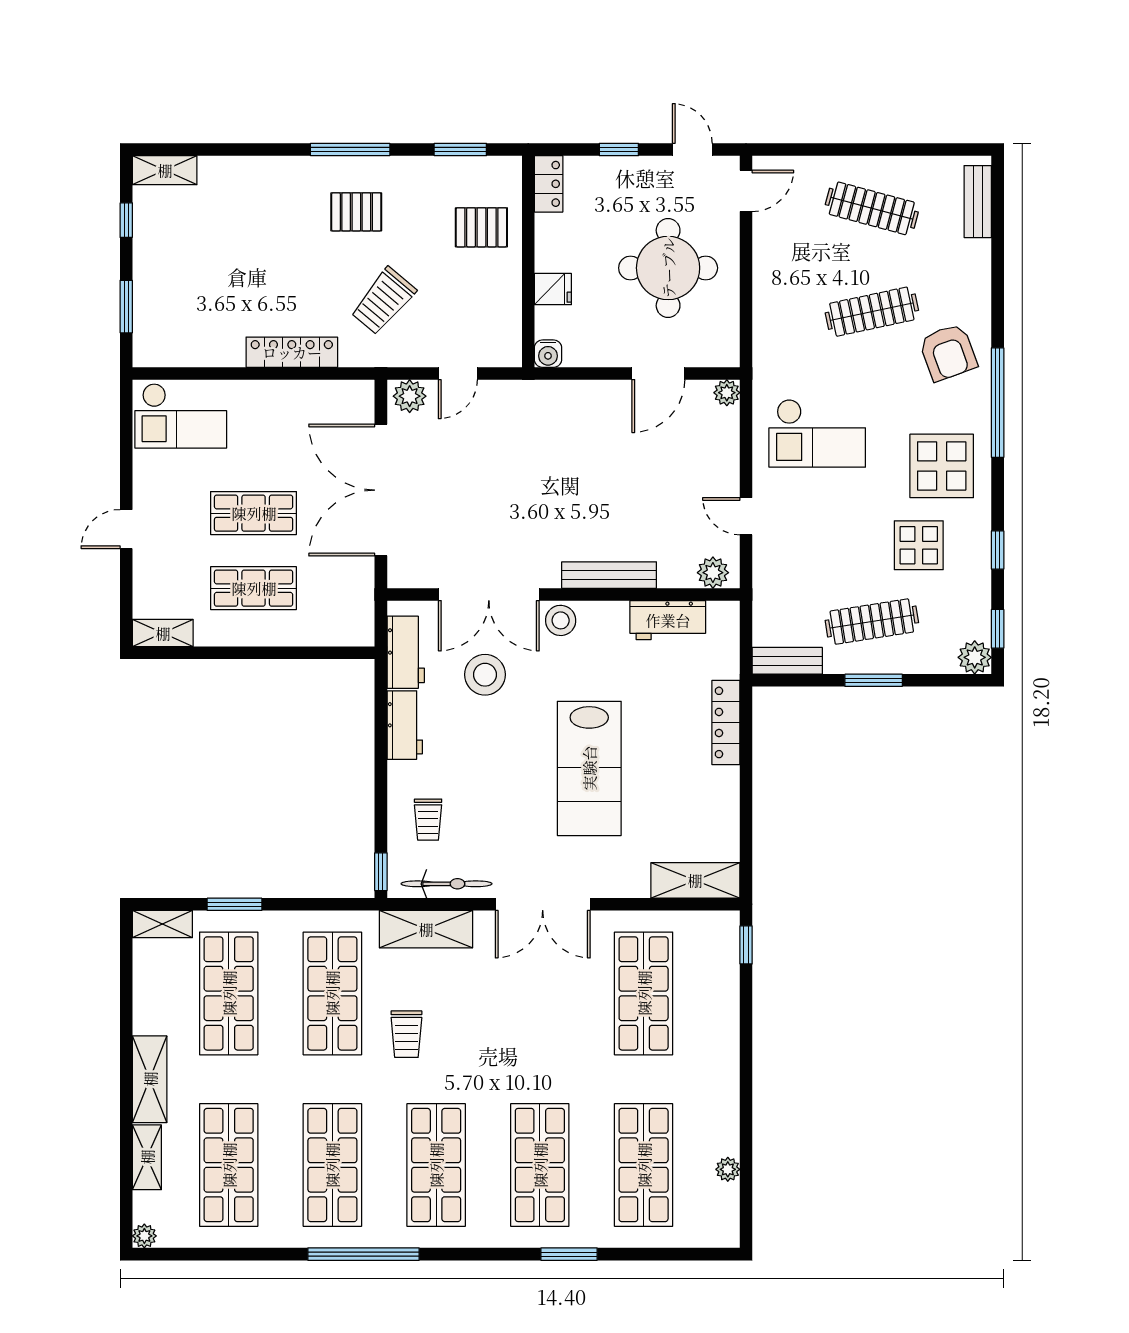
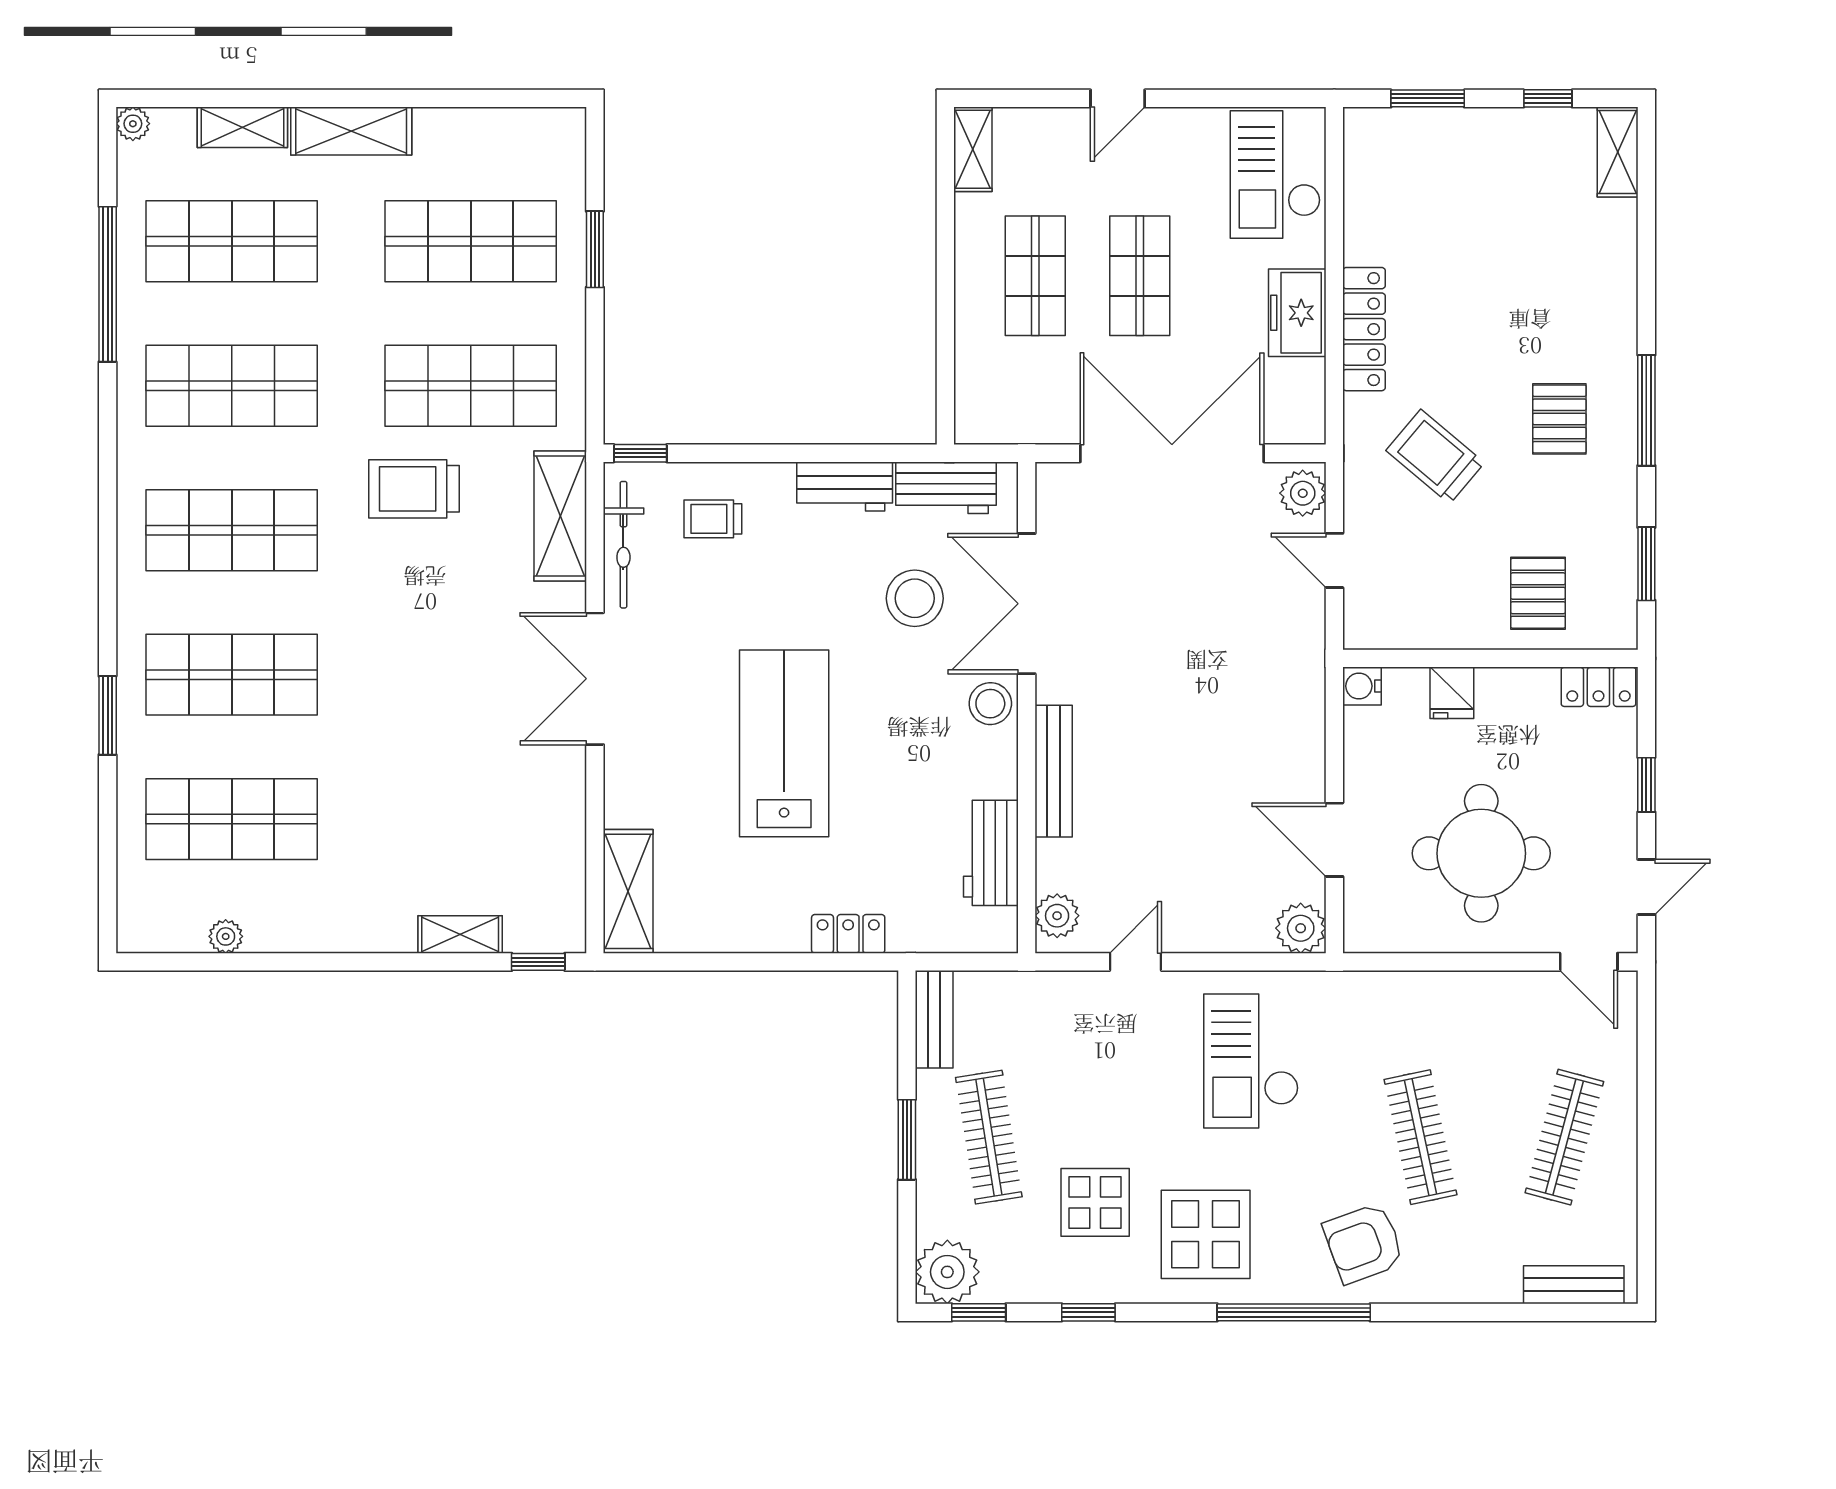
plant: (727, 393) -> (1301, 928), width x1.38, depth x1.38
freezer: (280, 400) -> (1297, 313), added
door: (126, 529) -> (1118, 98), swing flipped
plant: (975, 657) -> (947, 1272), width x1.36, depth x1.36
locker: (726, 722) -> (848, 934), width x0.66
lab bench: (589, 768) -> (784, 743), turned 90
shelving: (162, 924) -> (460, 934), moved, turned 90
shop shelf: (644, 993) -> (471, 819), removed
trolley: (406, 1034) -> (414, 489), width x1.36, depth x1.39
window: (364, 1254) -> (108, 284), moved

